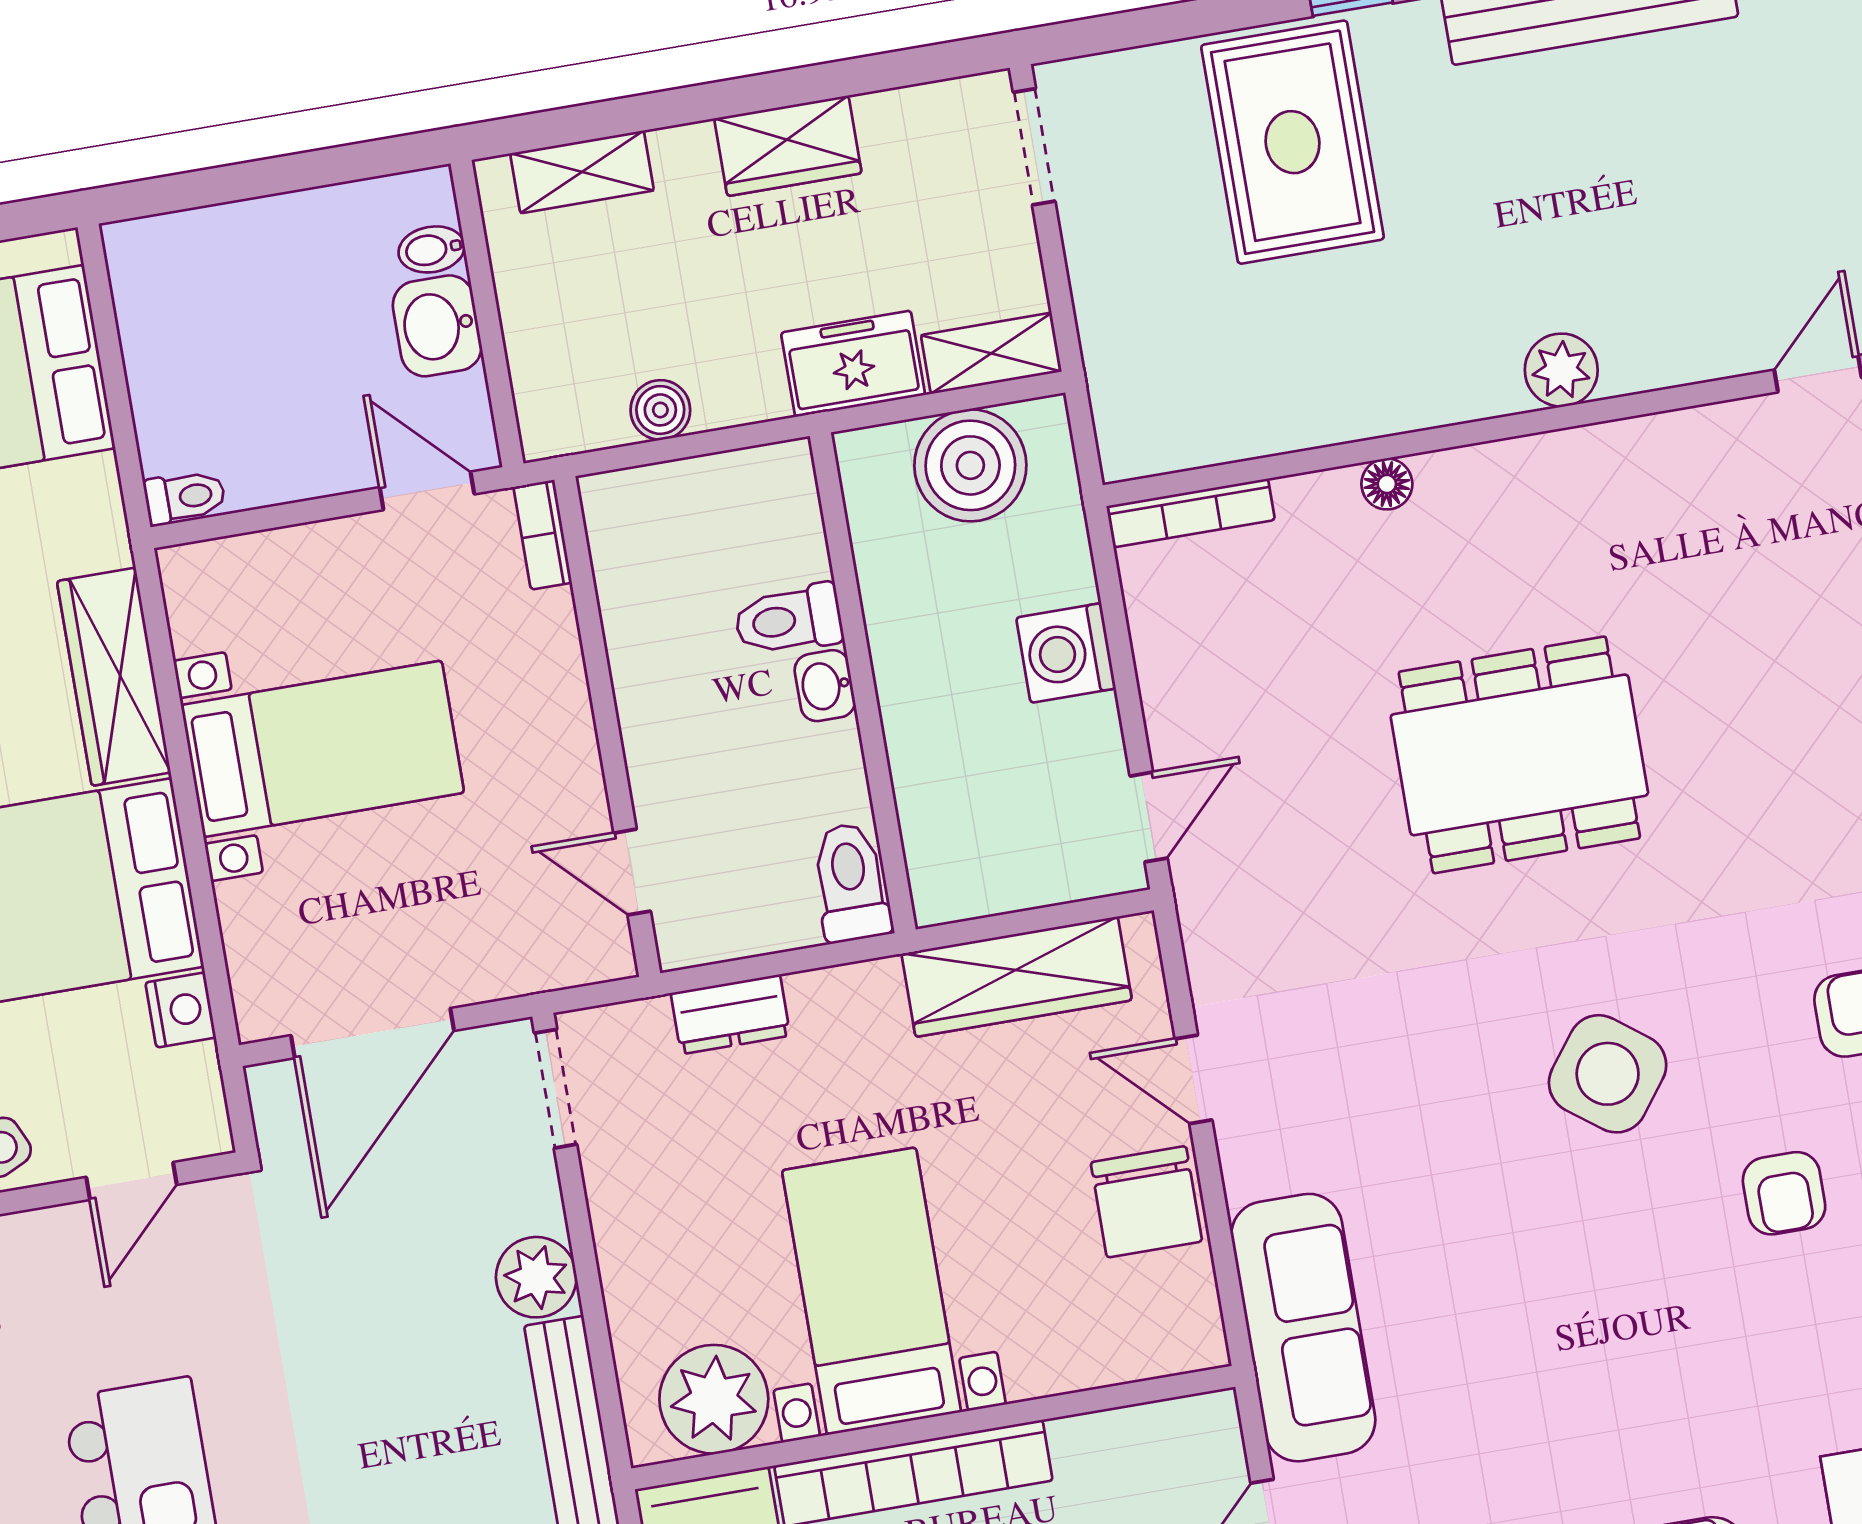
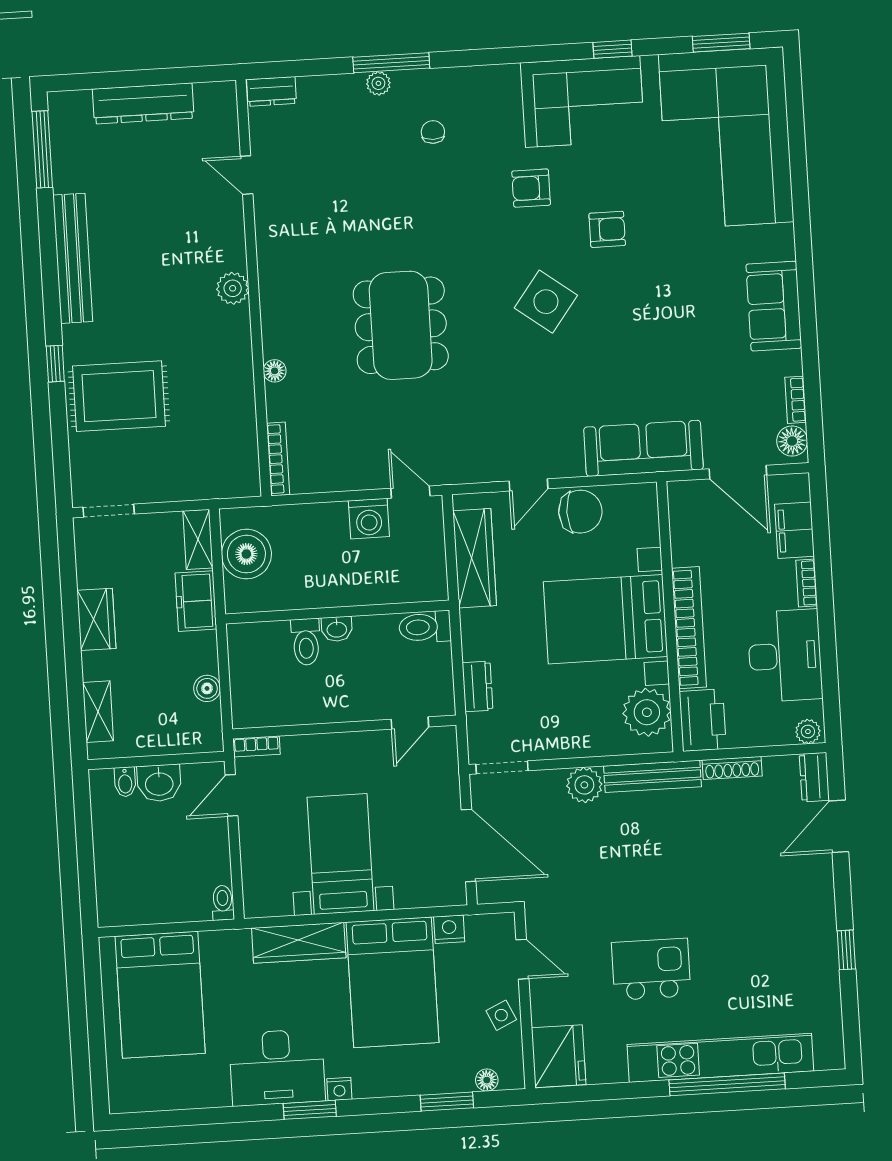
washing machine: (1066, 653) -> (369, 519), moved
bed with nightstands: (871, 1291) -> (606, 619), width x1.36

